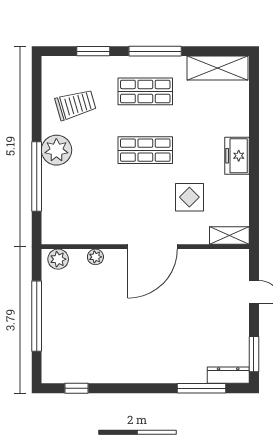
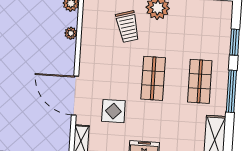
trolley: (76, 105) -> (128, 27), moved
door: (153, 247) -> (75, 96), moved

